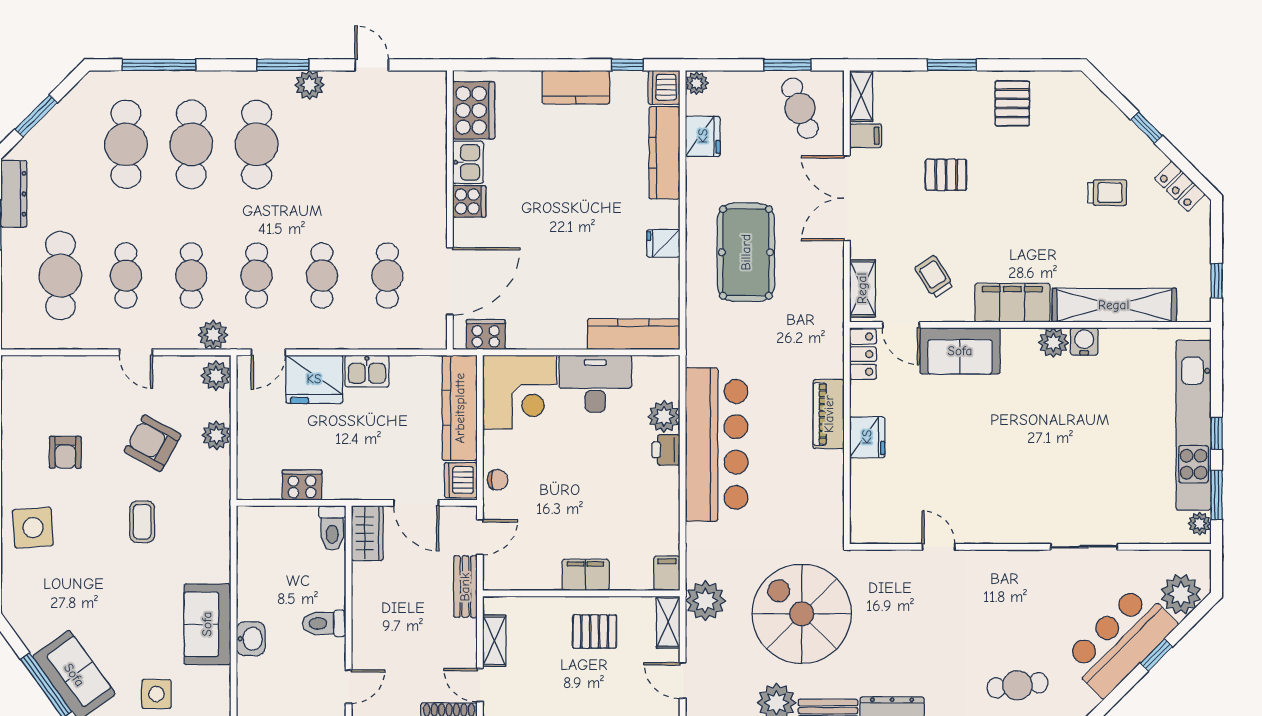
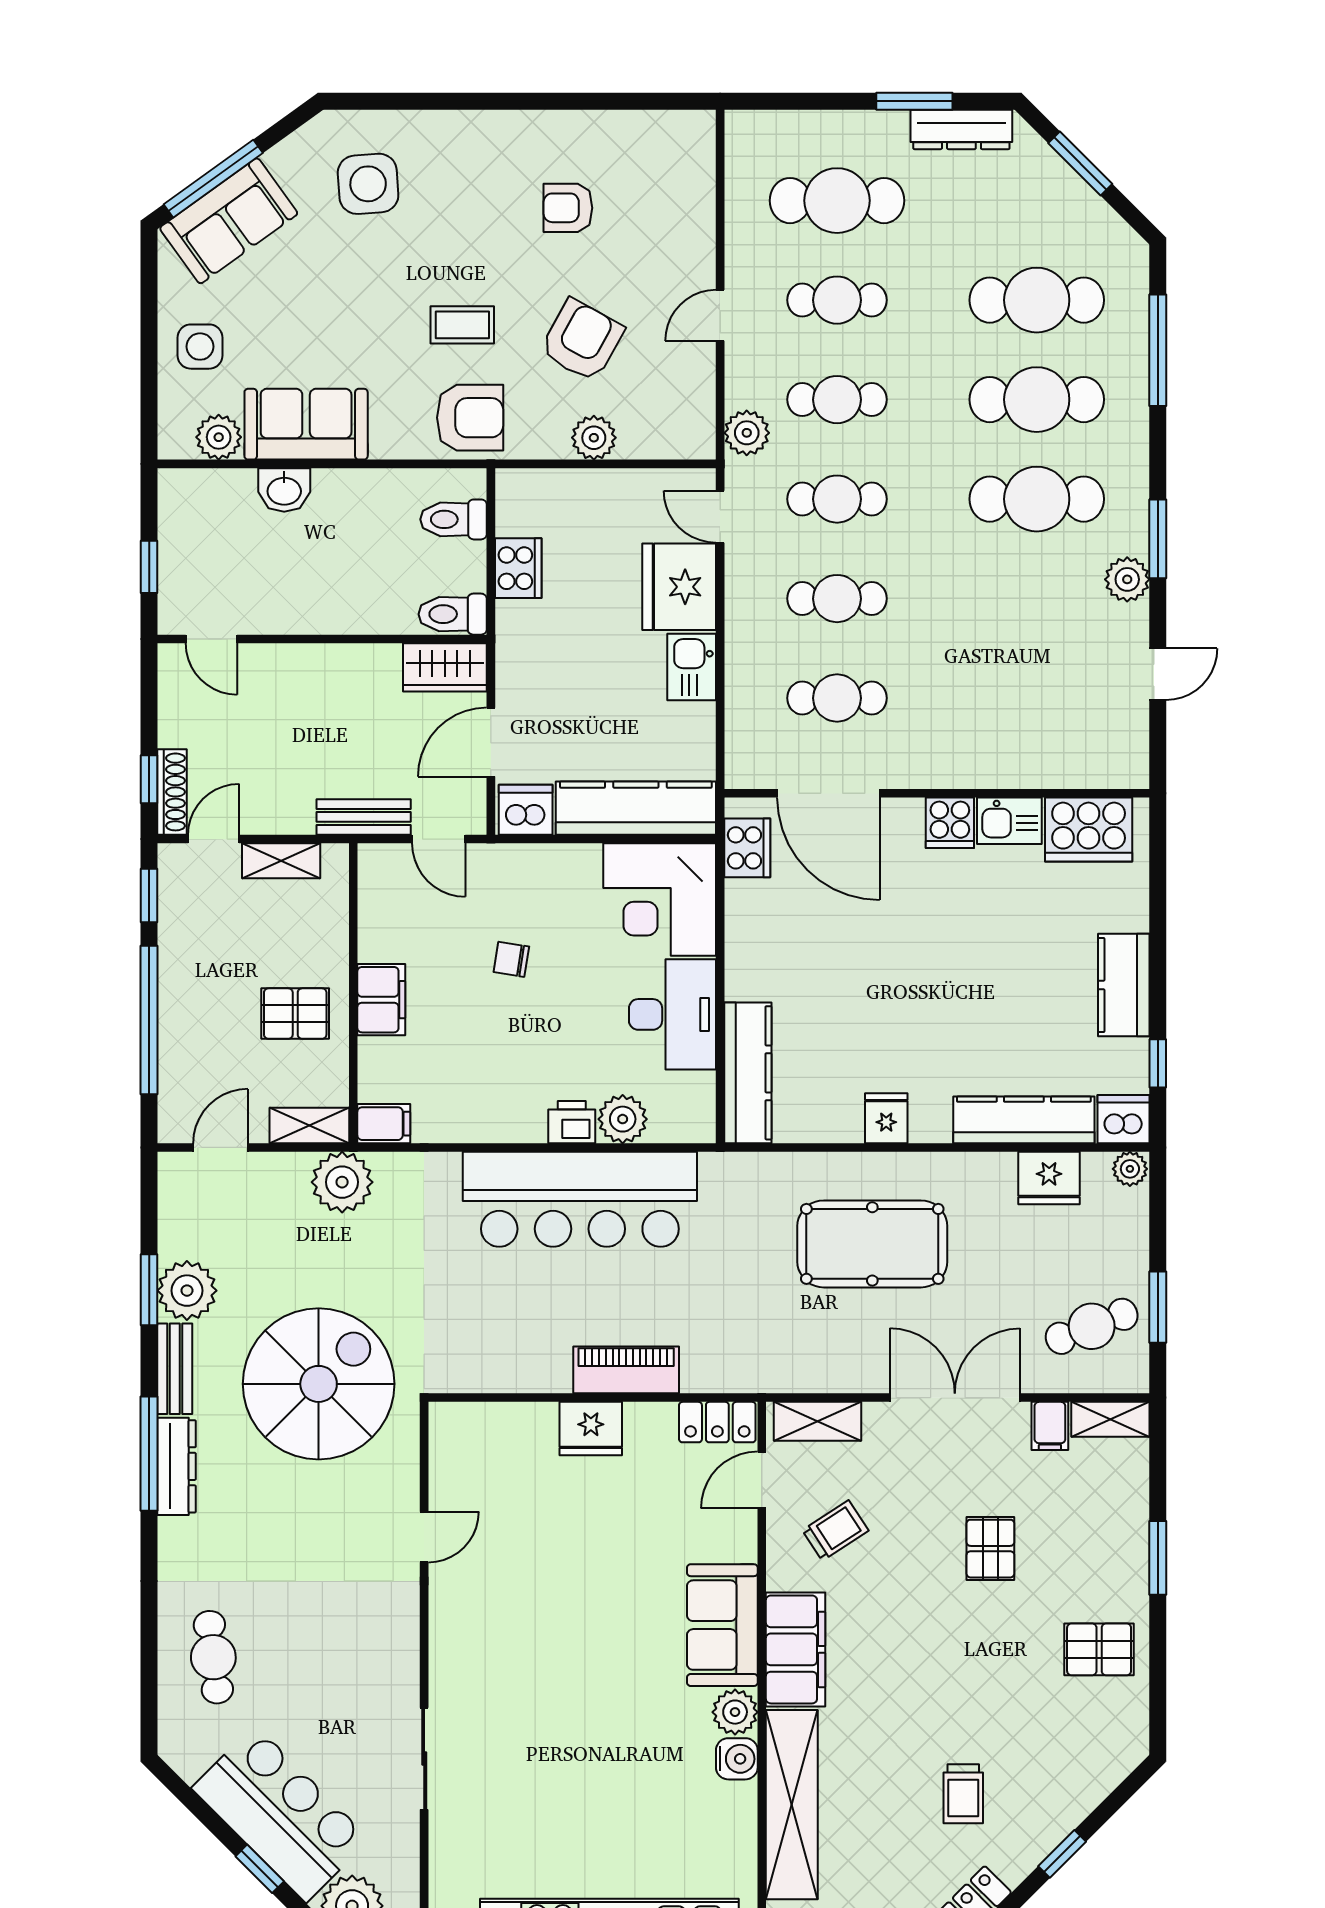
sofa: (960, 351) -> (722, 1625), moved
plant: (216, 376) -> (219, 437), moved
chair: (498, 480) -> (511, 959), moved, turned 99
armchair: (203, 517) -> (470, 418), added
side table: (33, 528) -> (368, 184), moved
spiral stairs: (802, 614) -> (319, 1384), moved
toilet: (324, 623) -> (454, 519), moved, turned -90
pallet: (595, 631) -> (295, 1014), turned 90

